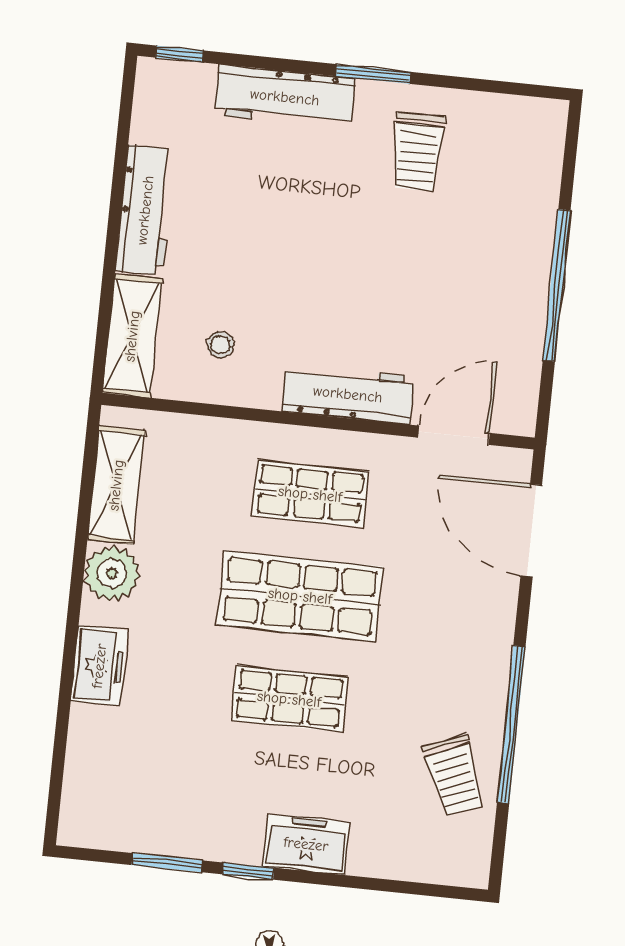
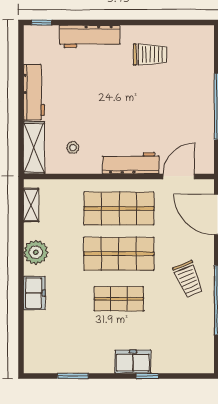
window: (373, 74) -> (127, 23), removed
trolley: (418, 152) -> (150, 54), turned -90
shelving: (116, 485) -> (31, 205), width x0.67, depth x0.75
shop shelf: (310, 494) -> (119, 208), width x1.43, depth x1.36
trolley: (454, 775) -> (188, 279), moved
window: (248, 871) -> (147, 376), moved

